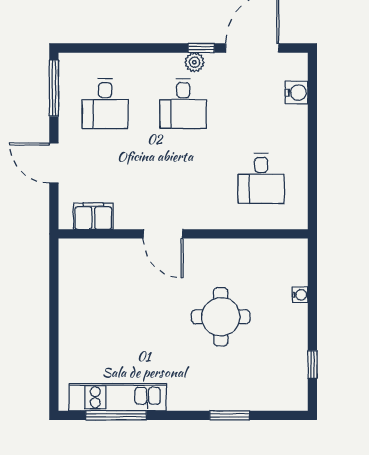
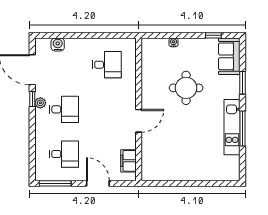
door: (54, 163) -> (98, 183), swing flipped
sofa: (276, 392) -> (229, 56), added
kitchen unit: (118, 397) -> (232, 127), moved
window: (116, 415) -> (242, 129), moved

